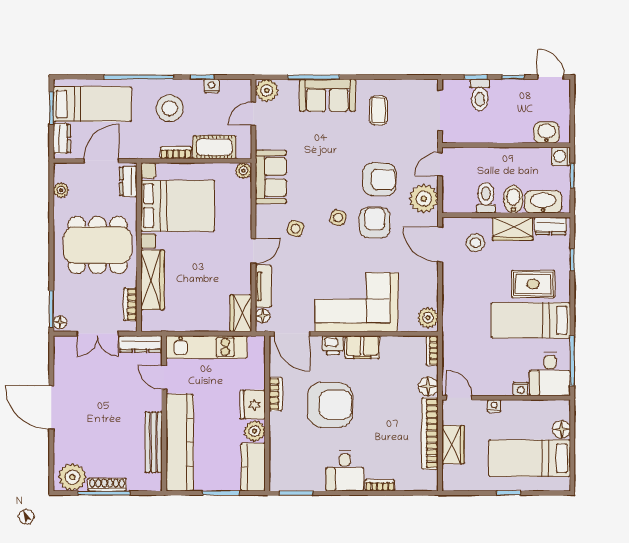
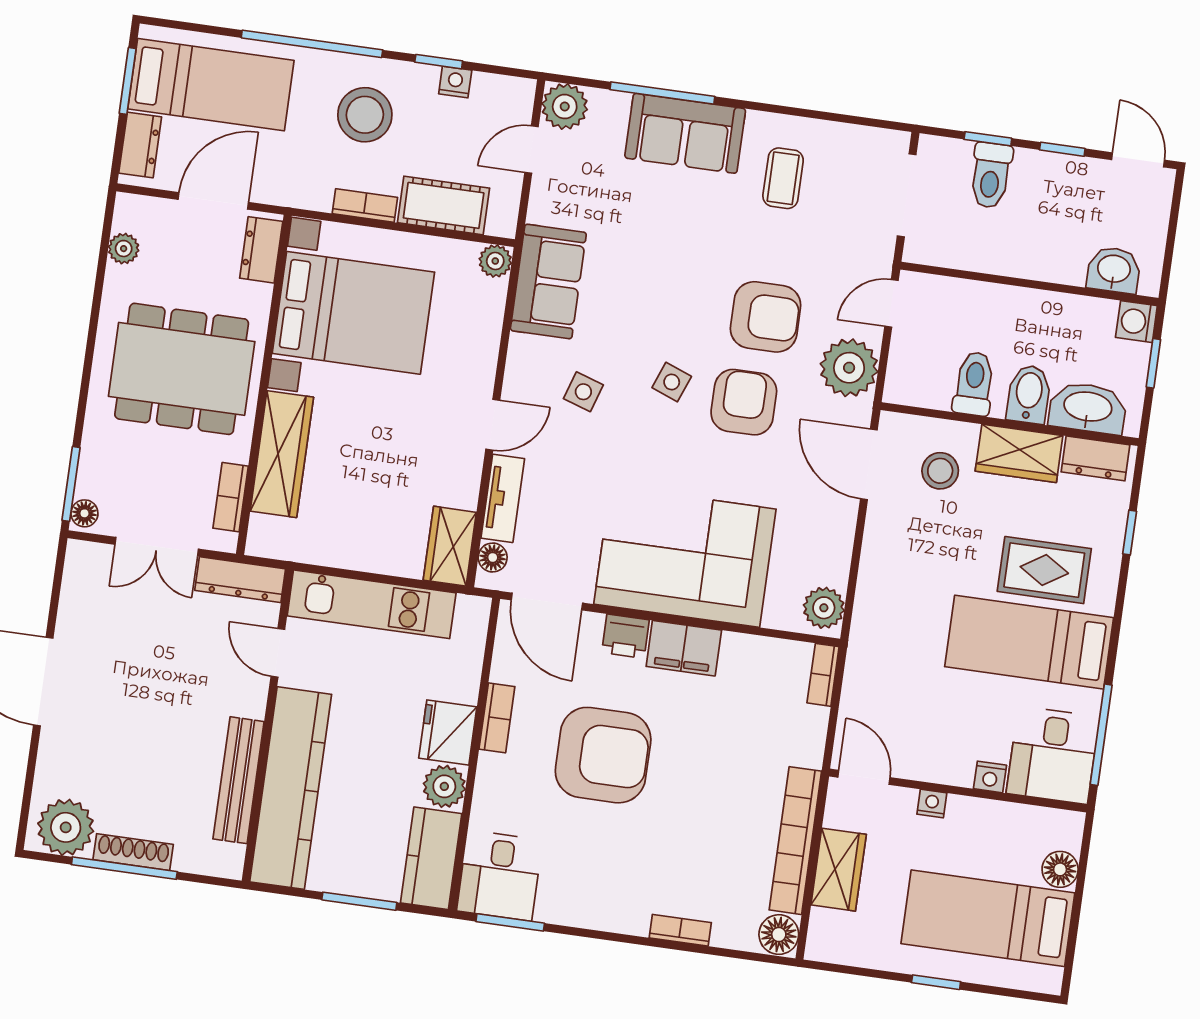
floor lamp: (428, 386) -> (779, 935), moved
desk: (345, 471) -> (500, 875), moved

